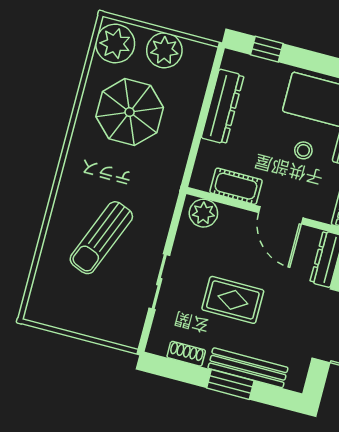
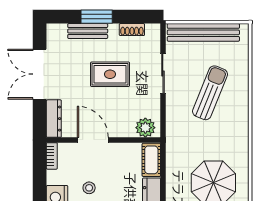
cot: (236, 186) -> (151, 160), moved, turned 90
bench: (88, 324) -> (203, 32), added
bench: (248, 368) -> (88, 31), width x0.73

